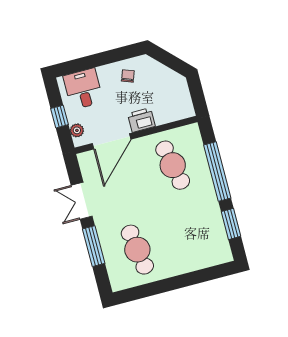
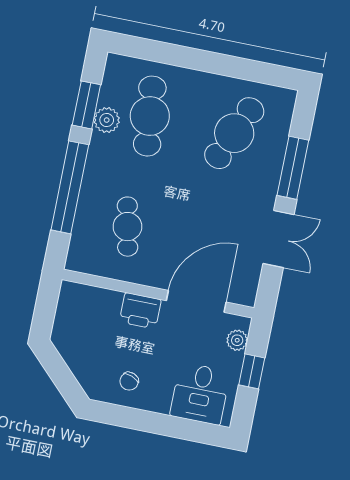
cafe table: (173, 165) -> (127, 227), width x0.73, depth x0.74
plant: (215, 221) -> (107, 120), added
cafe table: (191, 235) -> (150, 116), added
cafe table: (137, 250) -> (234, 133), turned 33

